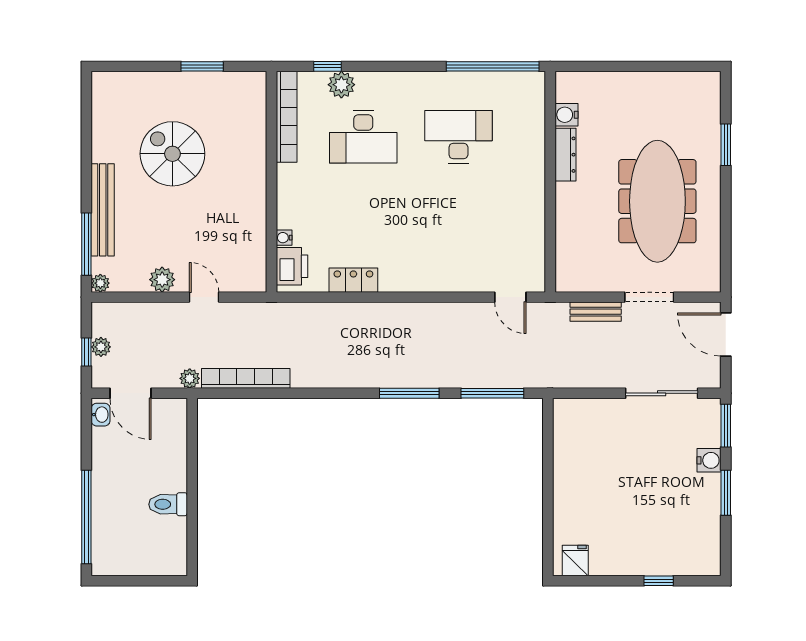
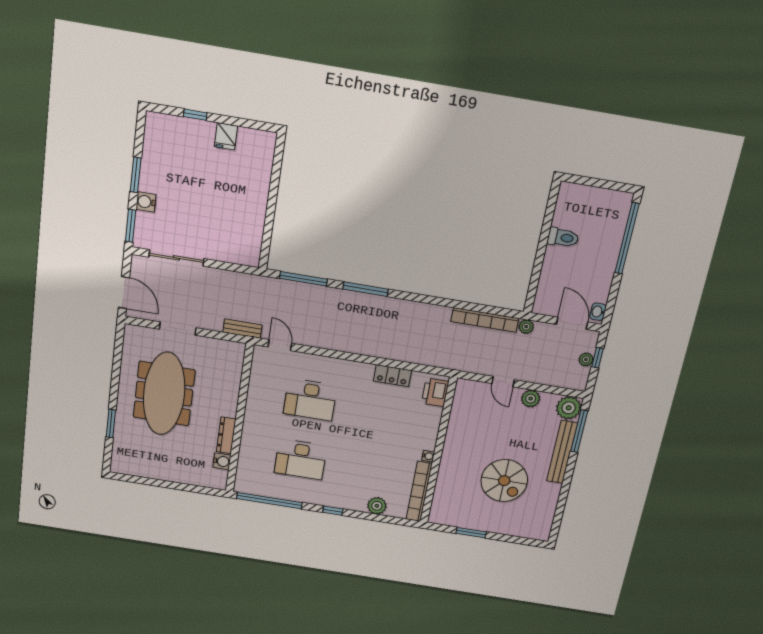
window: (327, 66) -> (333, 511), moved
desk: (363, 137) -> (310, 400), moved, turned 180
water cooler: (284, 238) -> (428, 456), moved
plant: (100, 283) -> (569, 408), width x1.87, depth x1.87
bench: (596, 312) -> (242, 329), moved
fridge: (575, 560) -> (226, 136), moved

